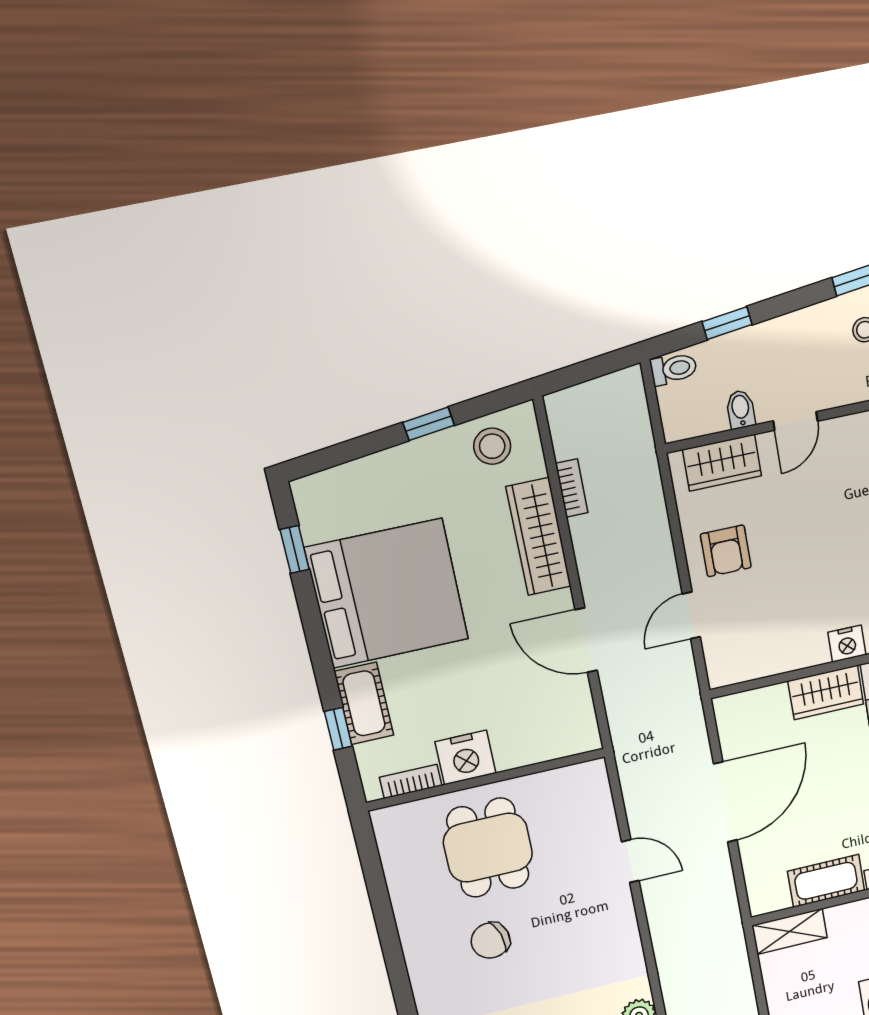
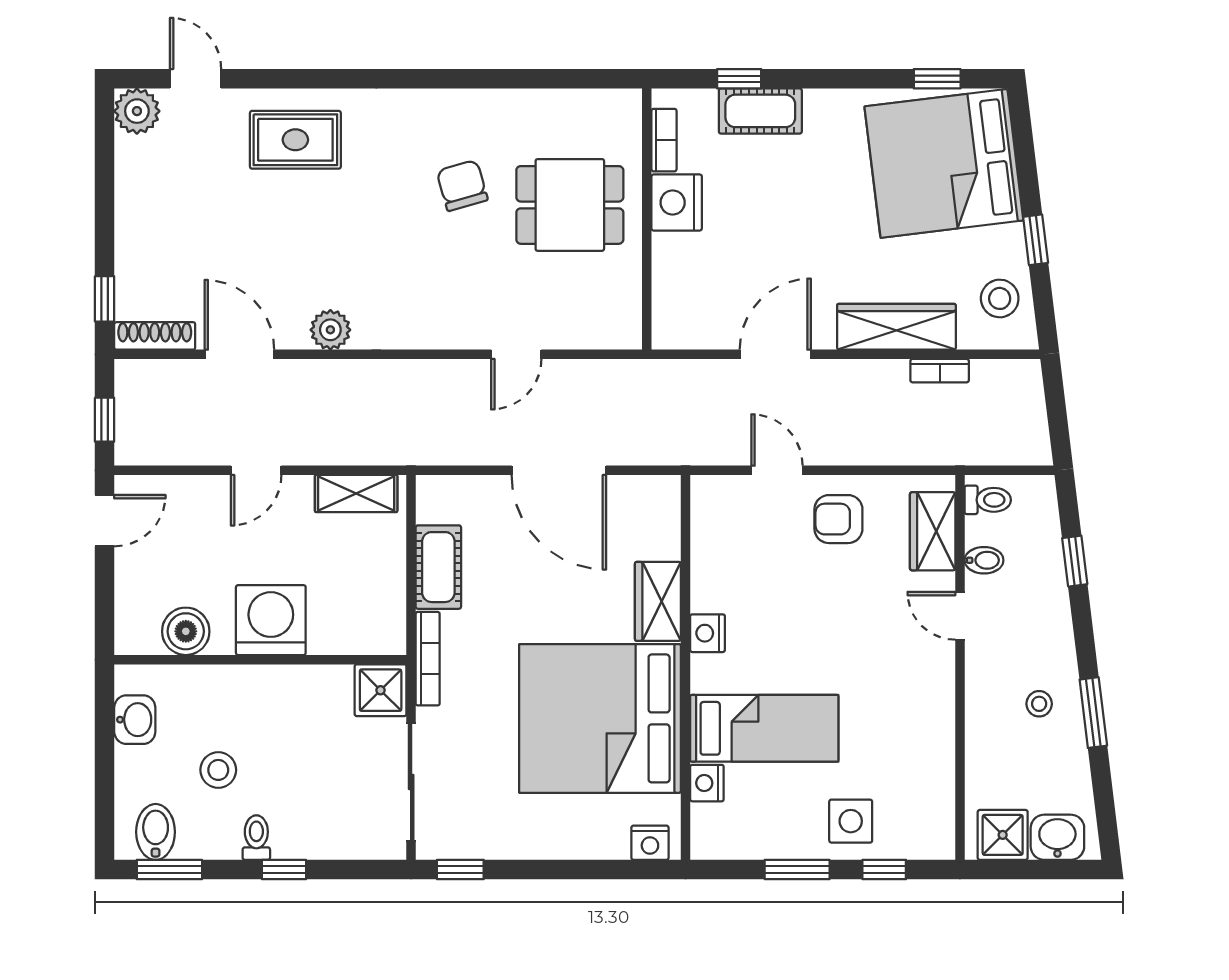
toilet: (674, 369) -> (988, 500), moved, turned -90
bed: (387, 594) -> (944, 163), moved, turned 83
shelving: (790, 931) -> (356, 493), moved, turned 90

